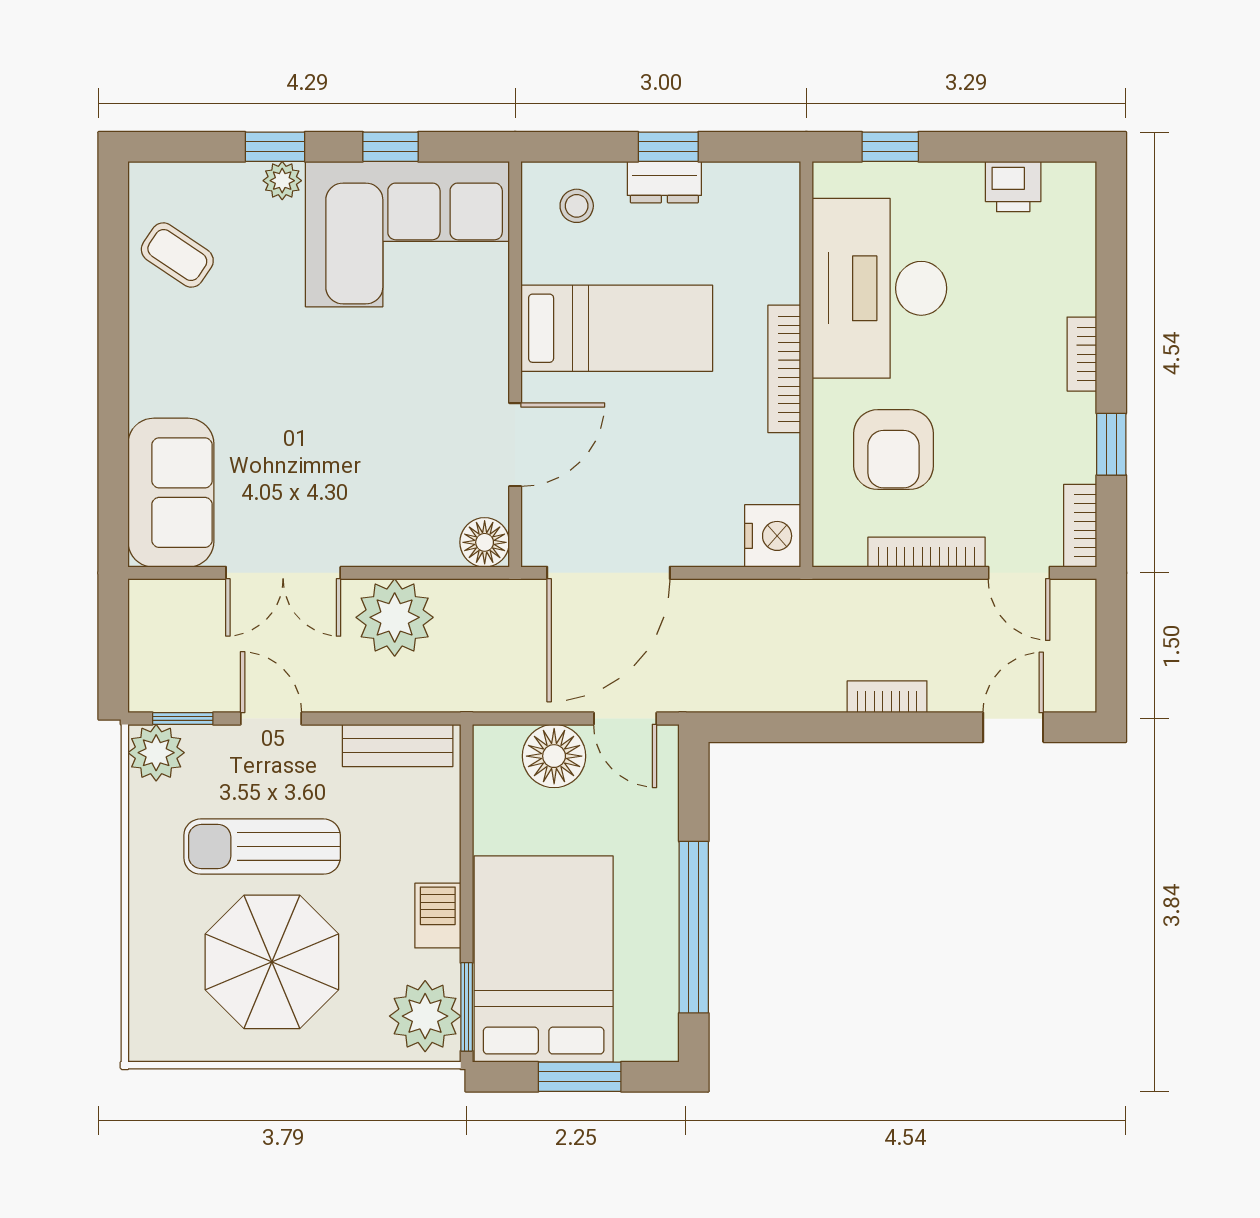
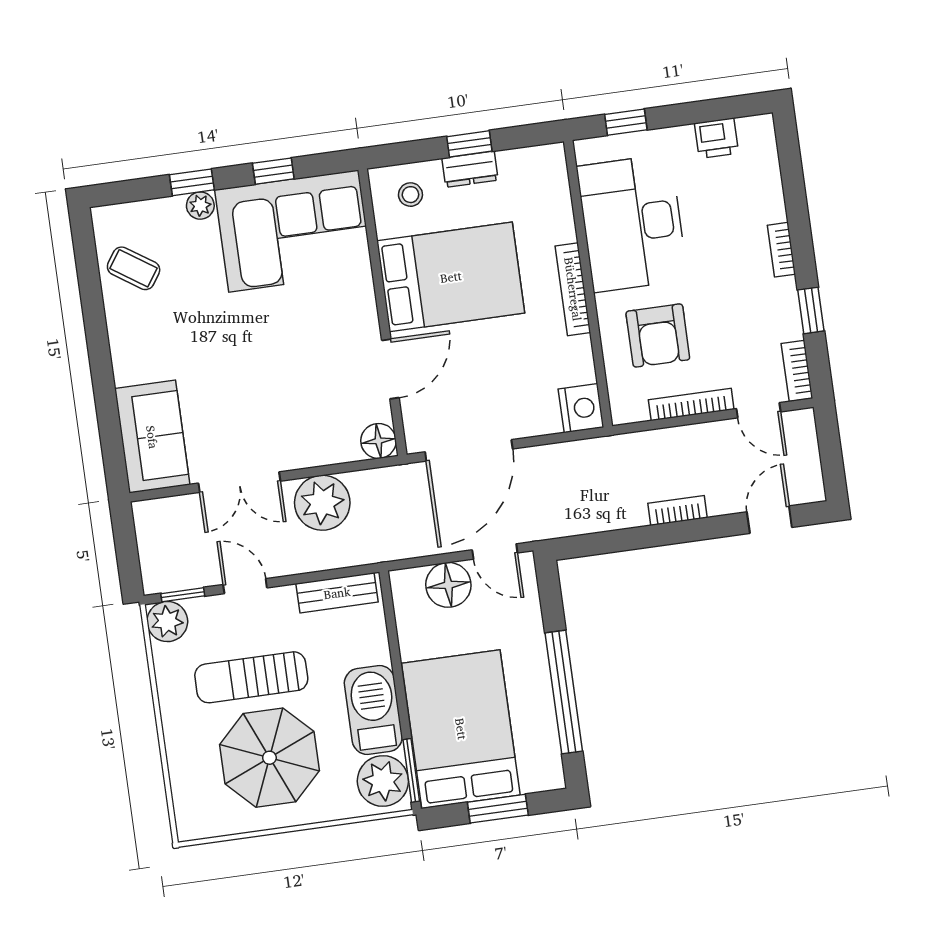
bed: (617, 328) -> (451, 277), width x1.50
barbecue: (438, 916) -> (373, 710), width x1.88, depth x1.53

